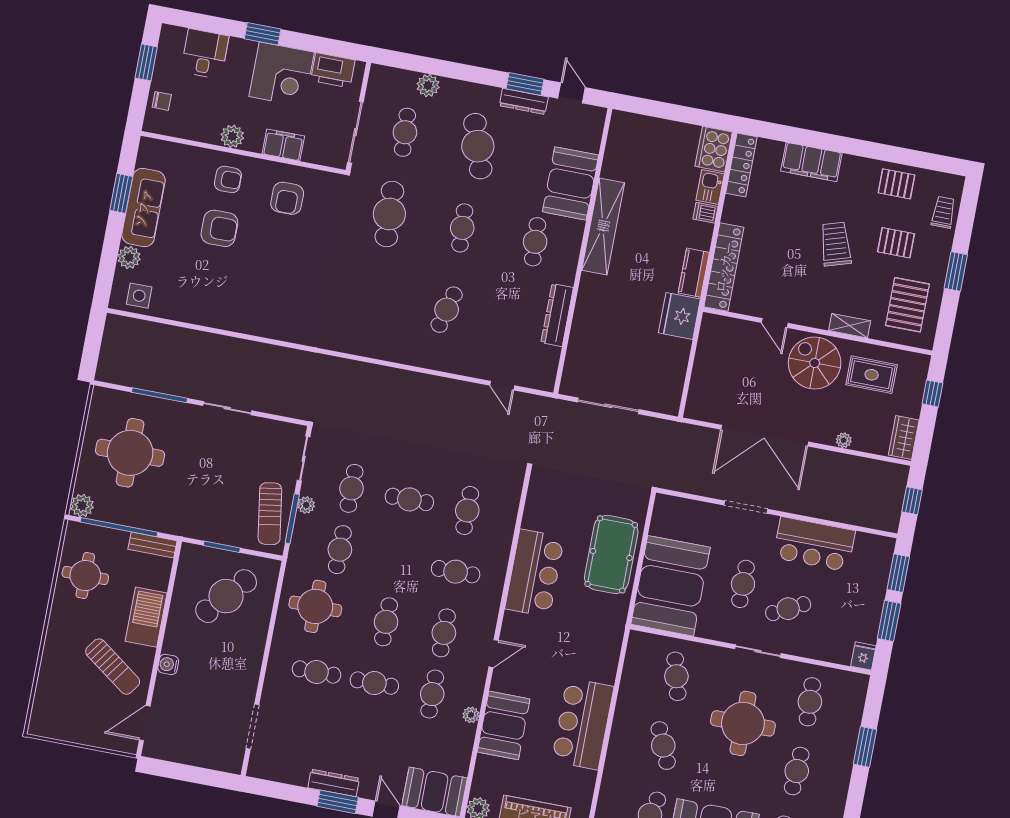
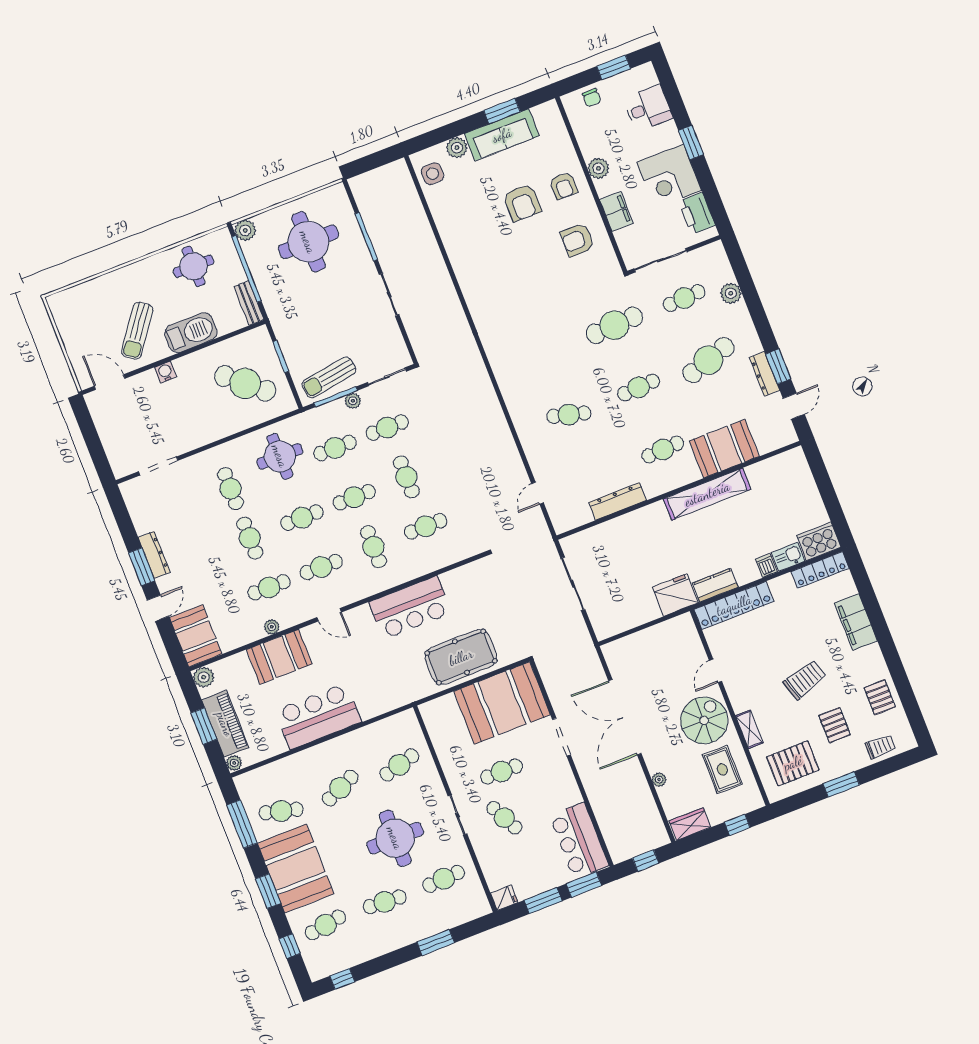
bar counter: (814, 544) -> (579, 841), moved
cafe table: (398, 561) -> (354, 497), added
booth: (671, 586) -> (502, 703), moved

